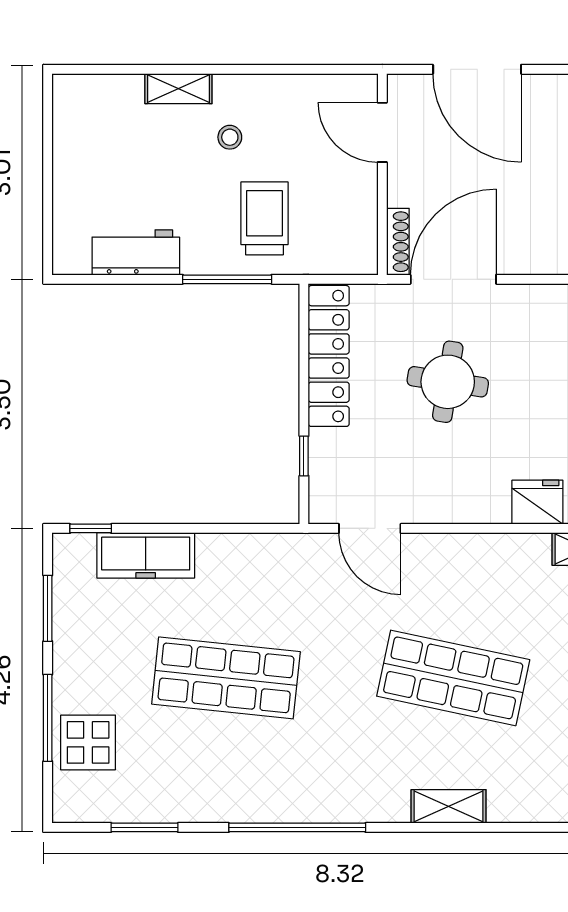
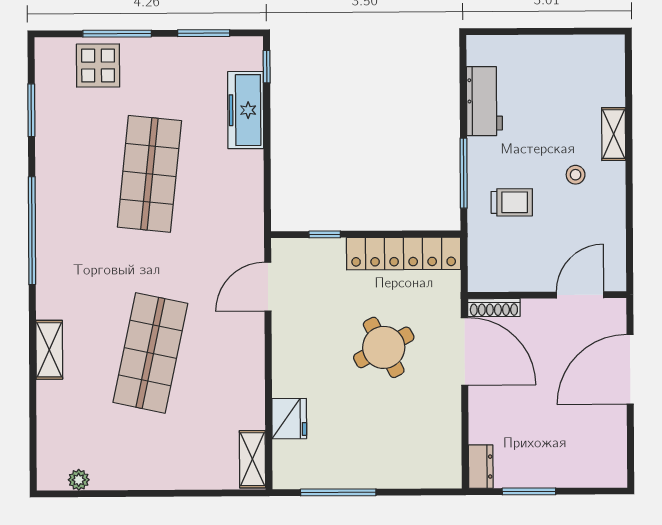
trolley: (264, 218) -> (512, 202), width x0.73, depth x0.72
round table: (448, 382) -> (384, 347), turned -37

